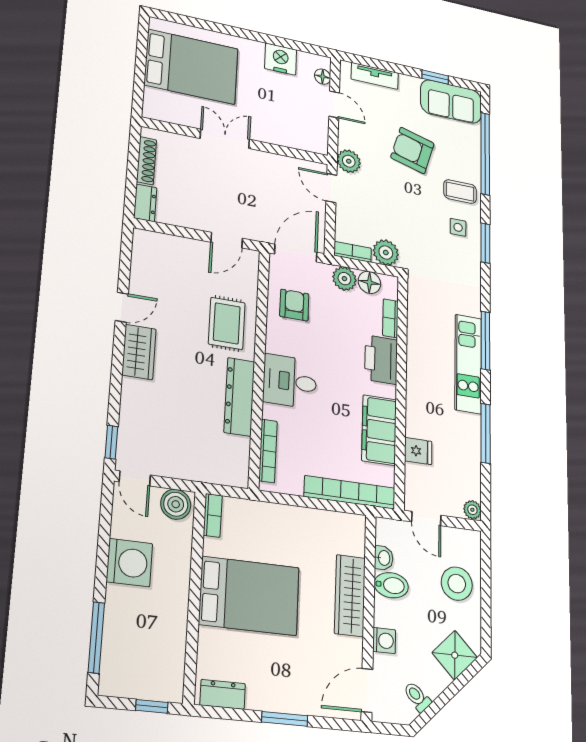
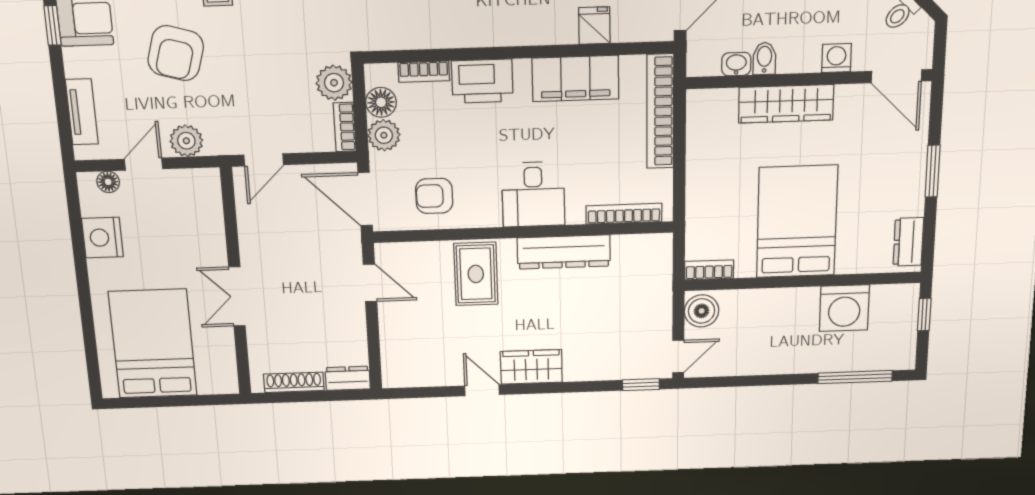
plant: (349, 161) -> (186, 141), moved
rug: (227, 323) -> (476, 274), turned 90
washing machine: (129, 563) -> (844, 308), moved, turned 180
bidet: (391, 585) -> (764, 59), width x0.72, depth x0.74

